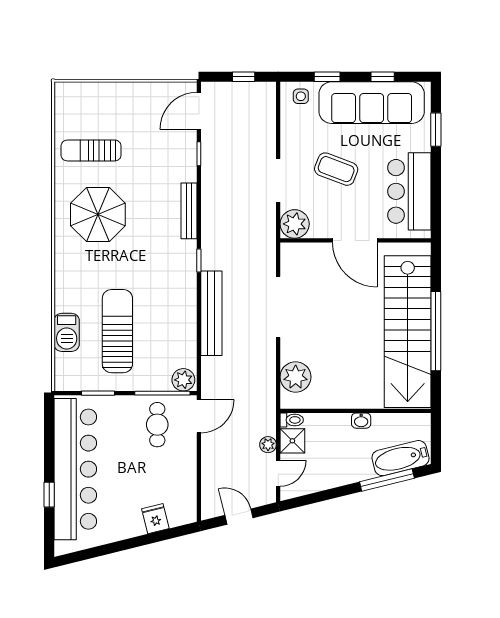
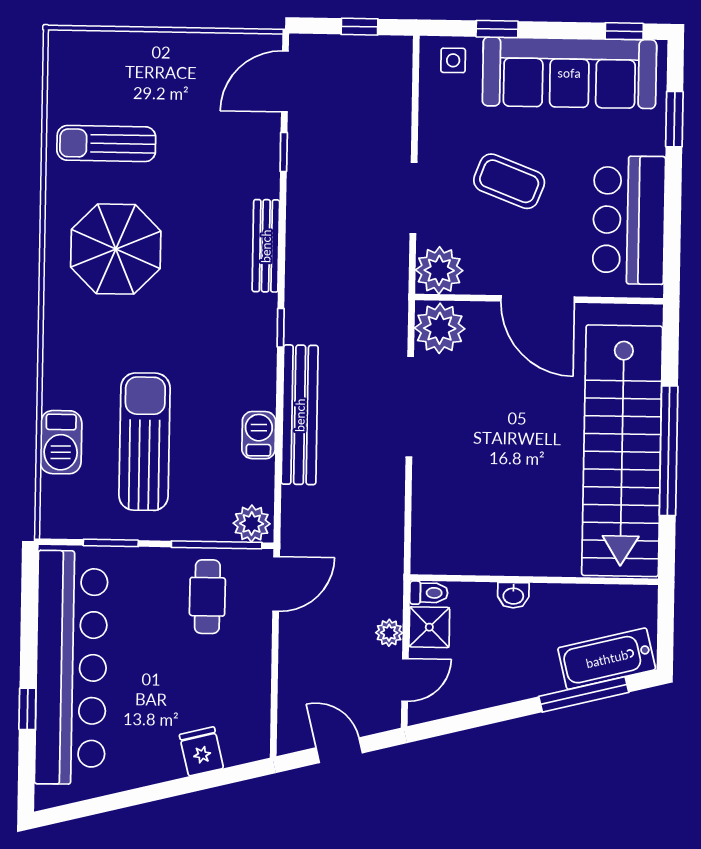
window: (383, 77) -> (624, 31), moved
barbecue: (187, 326) -> (259, 435), added
plant: (296, 377) -> (440, 328), moved
washbasin: (361, 421) -> (513, 595), moved

